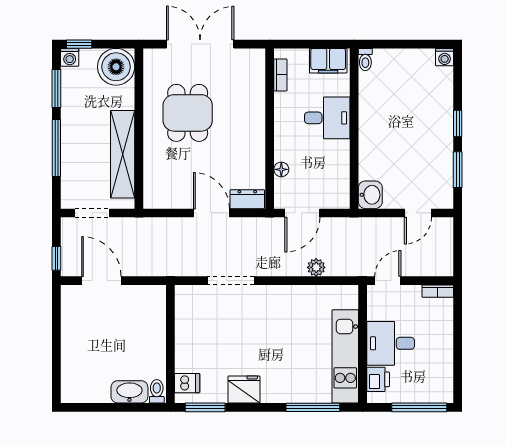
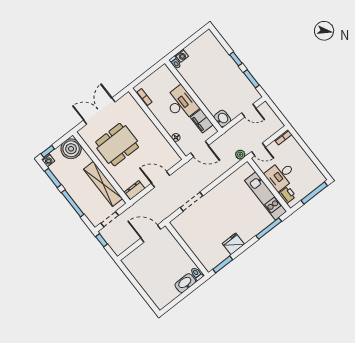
washing machine: (445, 57) -> (182, 56), moved
filing cabinet: (328, 61) -> (202, 121), moved, turned 90
dining table: (188, 113) -> (117, 145), width x1.38
desk: (327, 118) -> (181, 103), width x1.37
dresser: (247, 199) -> (135, 190), moved
door: (302, 213) -> (199, 149), hinge flipped
door: (418, 213) -> (249, 110), hinge flipped
window: (56, 258) -> (102, 240), moved
plant: (316, 267) -> (240, 155), moved
door: (101, 281) -> (151, 234), moved
door: (388, 281) -> (258, 149), swing flipped
dishwasher: (187, 383) -> (207, 260), removed

